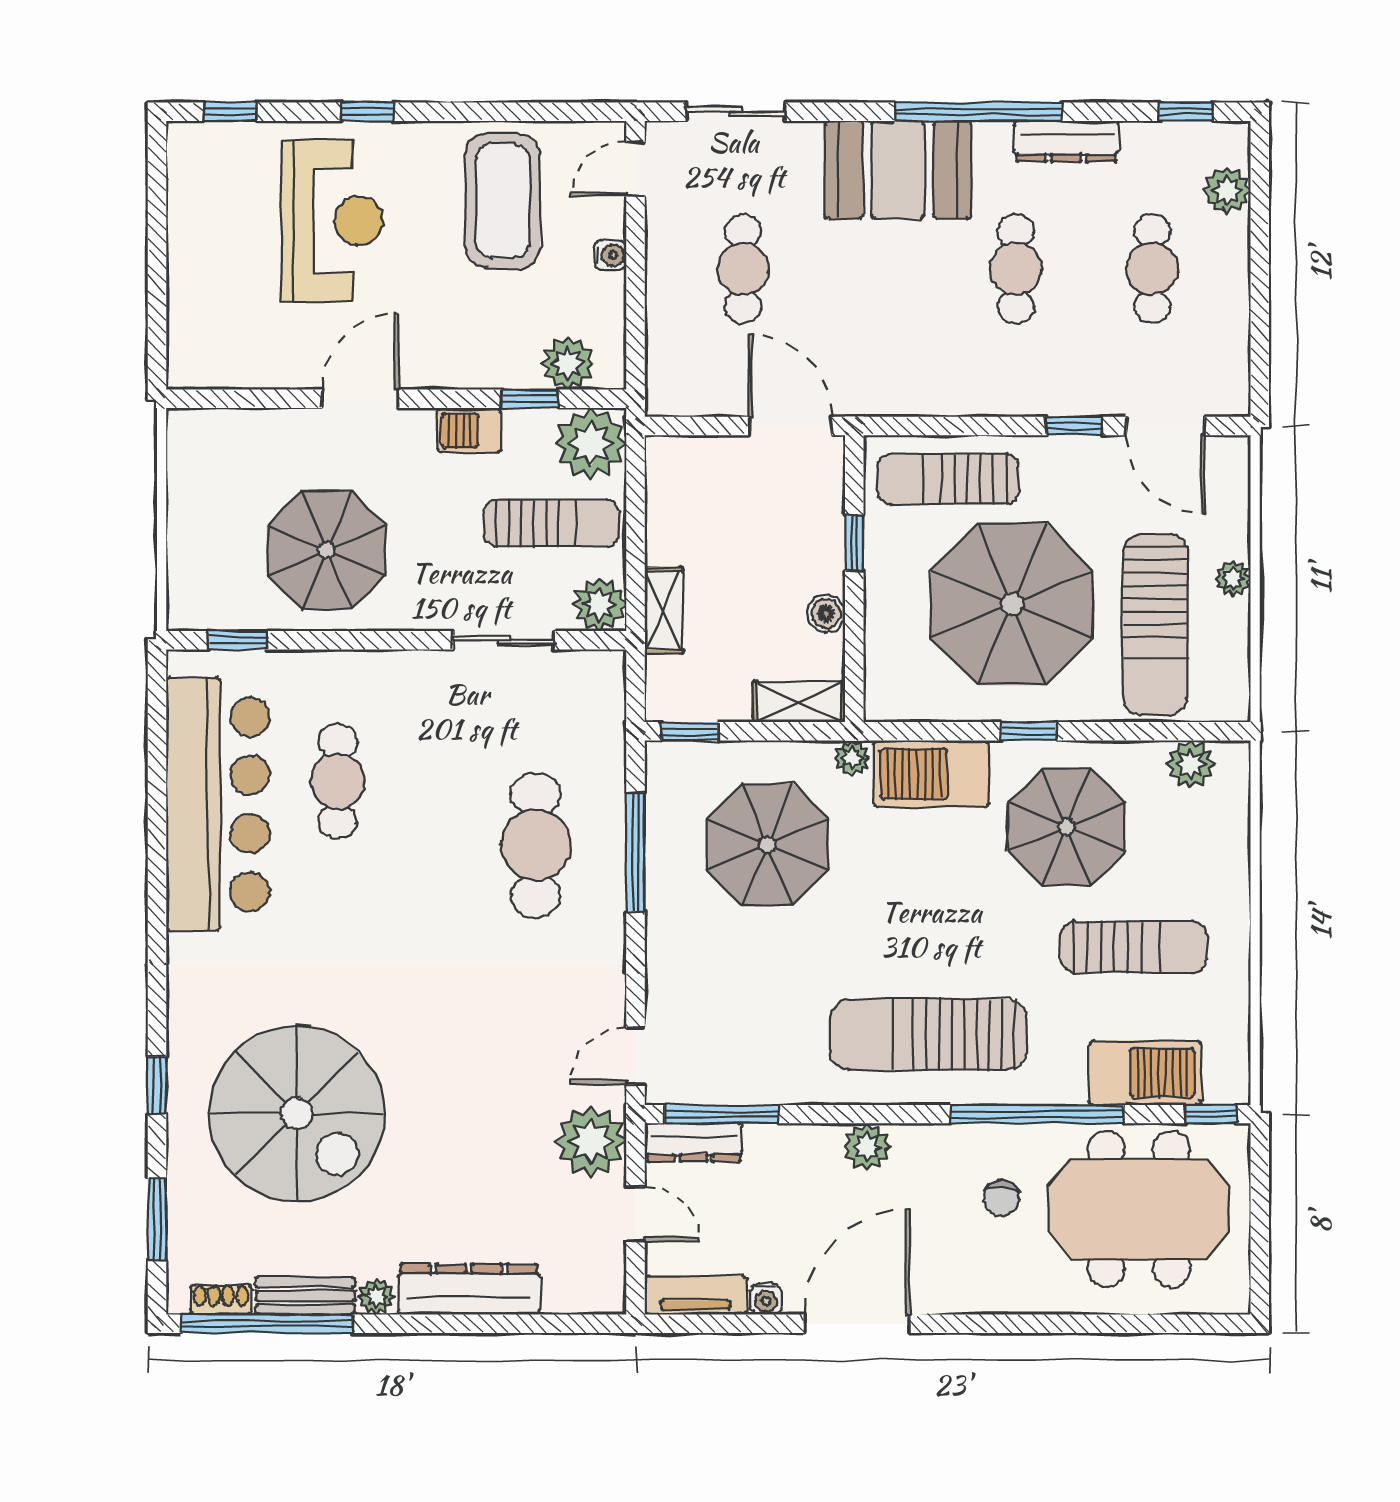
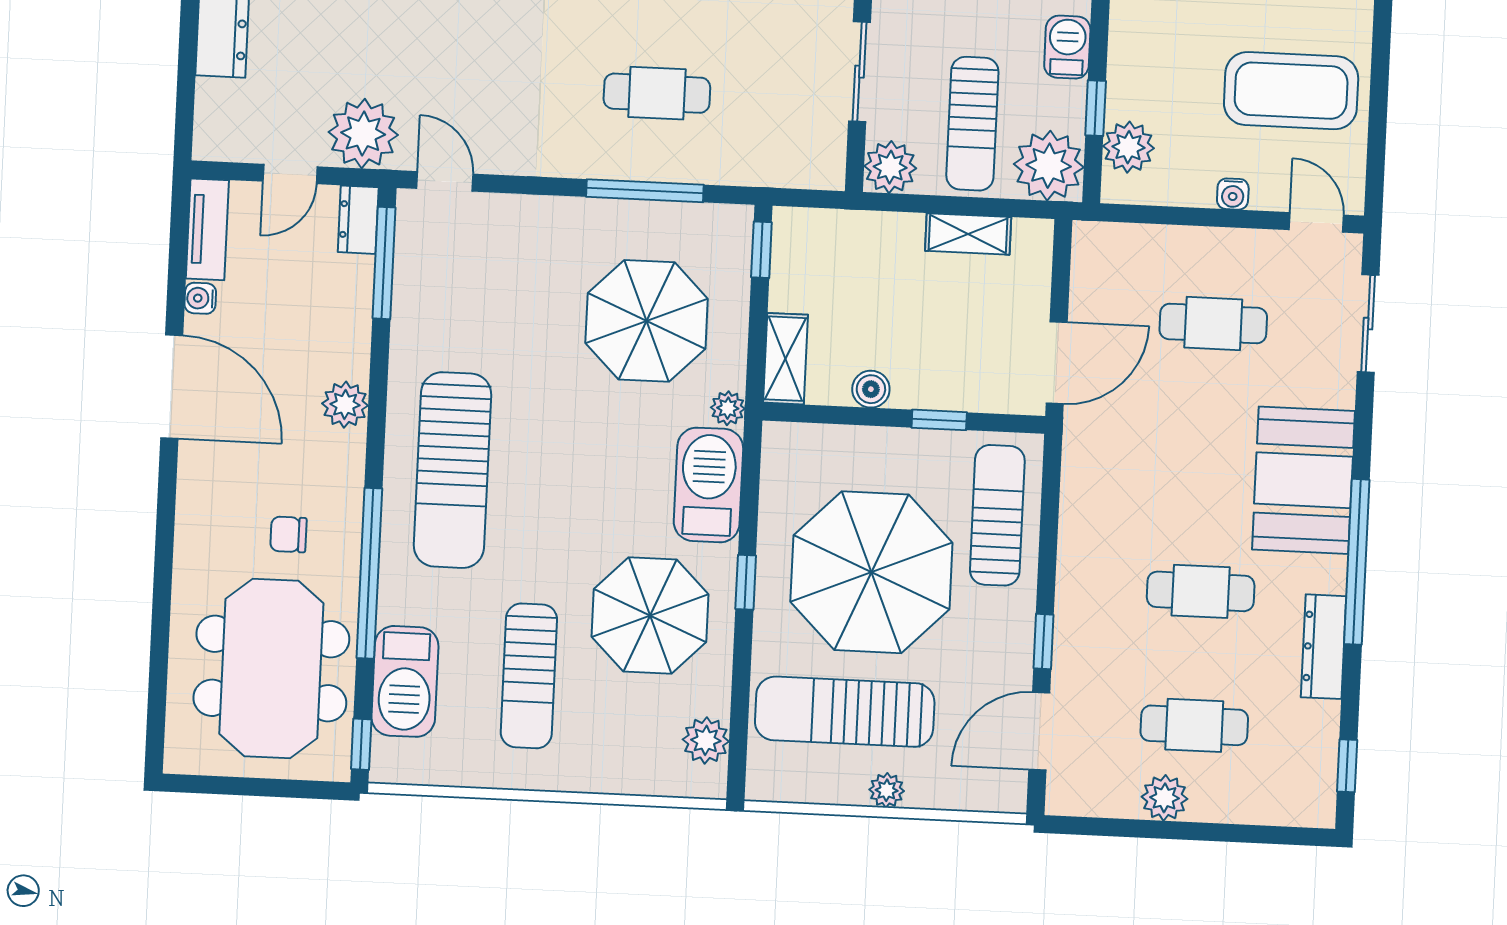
plant: (1227, 190) -> (1164, 798), moved
shelving: (664, 610) -> (968, 234), moved
cafe table: (536, 845) -> (657, 93), width x0.73, depth x0.74
sun lounger: (928, 1035) -> (453, 470), turned 180
dresser: (693, 1142) -> (358, 220), width x0.70

